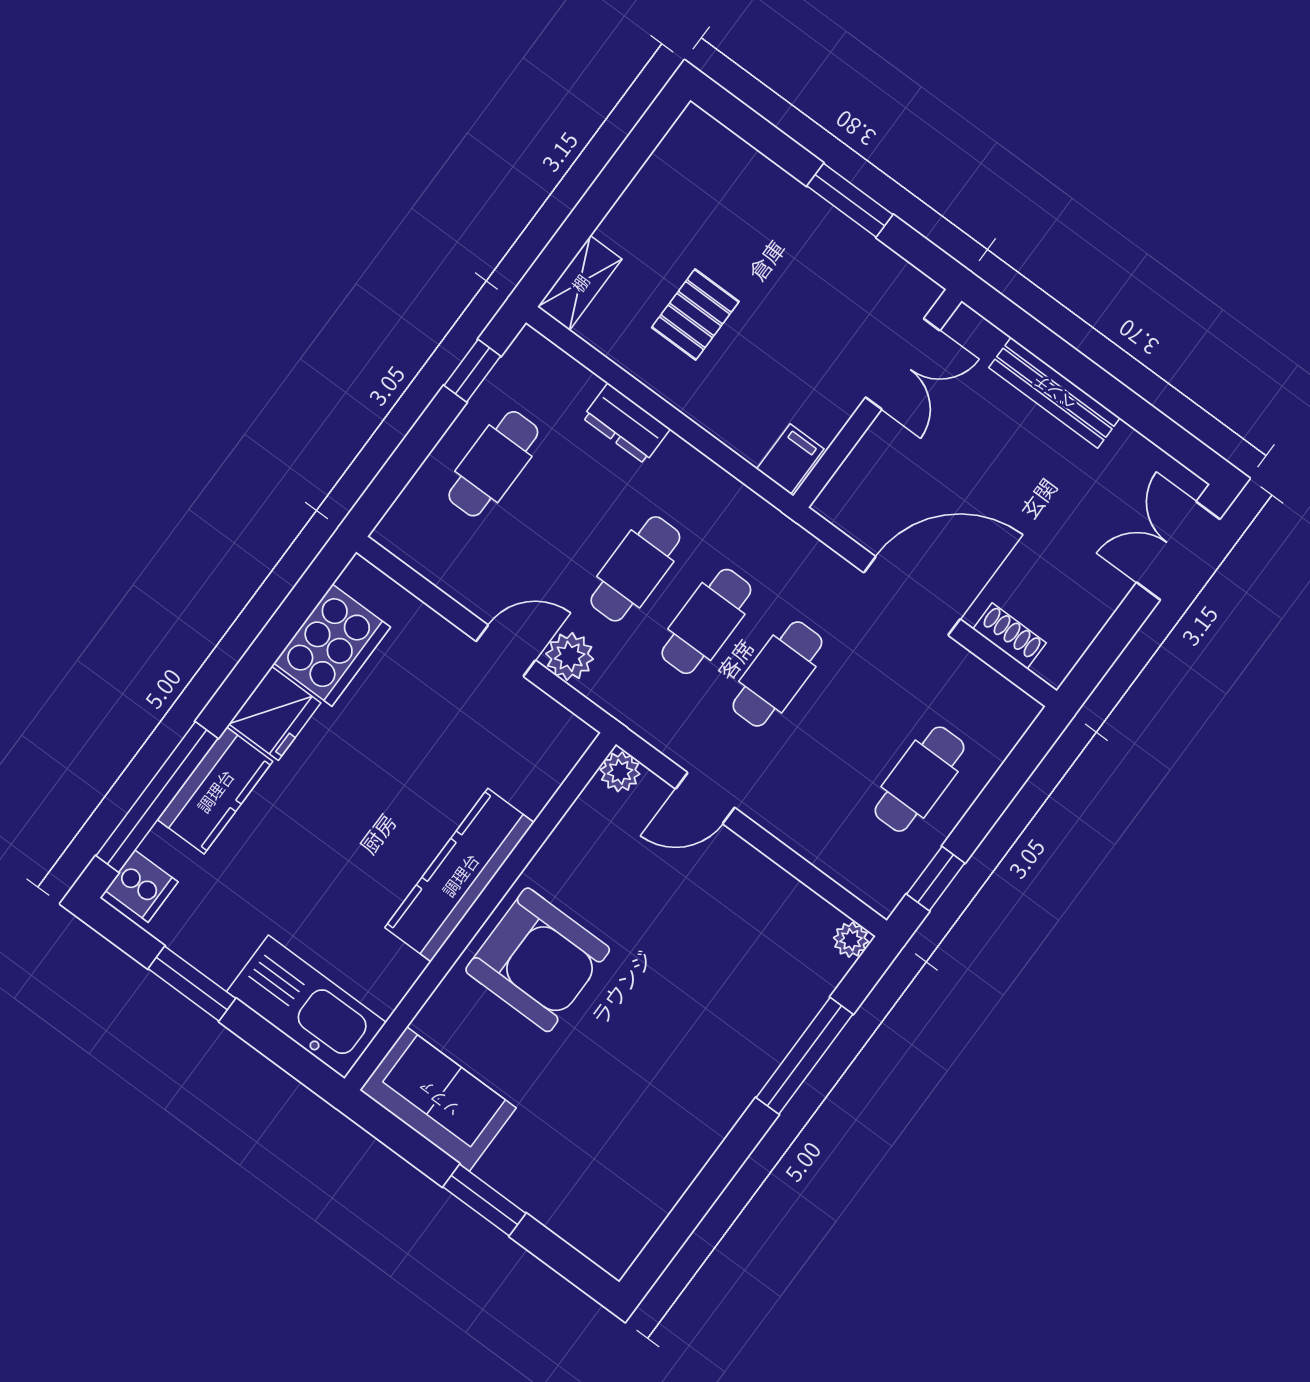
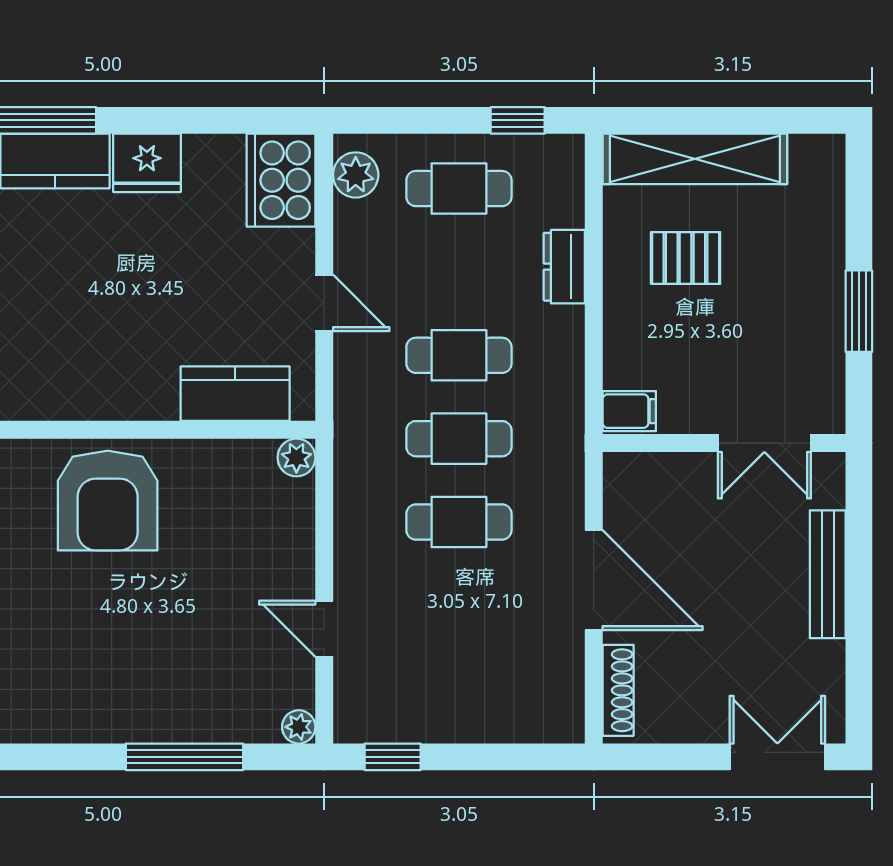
shelving: (580, 283) -> (695, 159), width x2.20, depth x1.33
shoe rack: (1009, 636) -> (618, 690), width x1.43
cooker: (332, 645) -> (281, 180), moved, turned 90
plant: (570, 656) -> (356, 175), moved
cafe table: (919, 779) -> (459, 689), removed
door: (705, 798) -> (324, 629), moved
kitchen counter: (460, 875) -> (235, 394), moved, width x0.67

